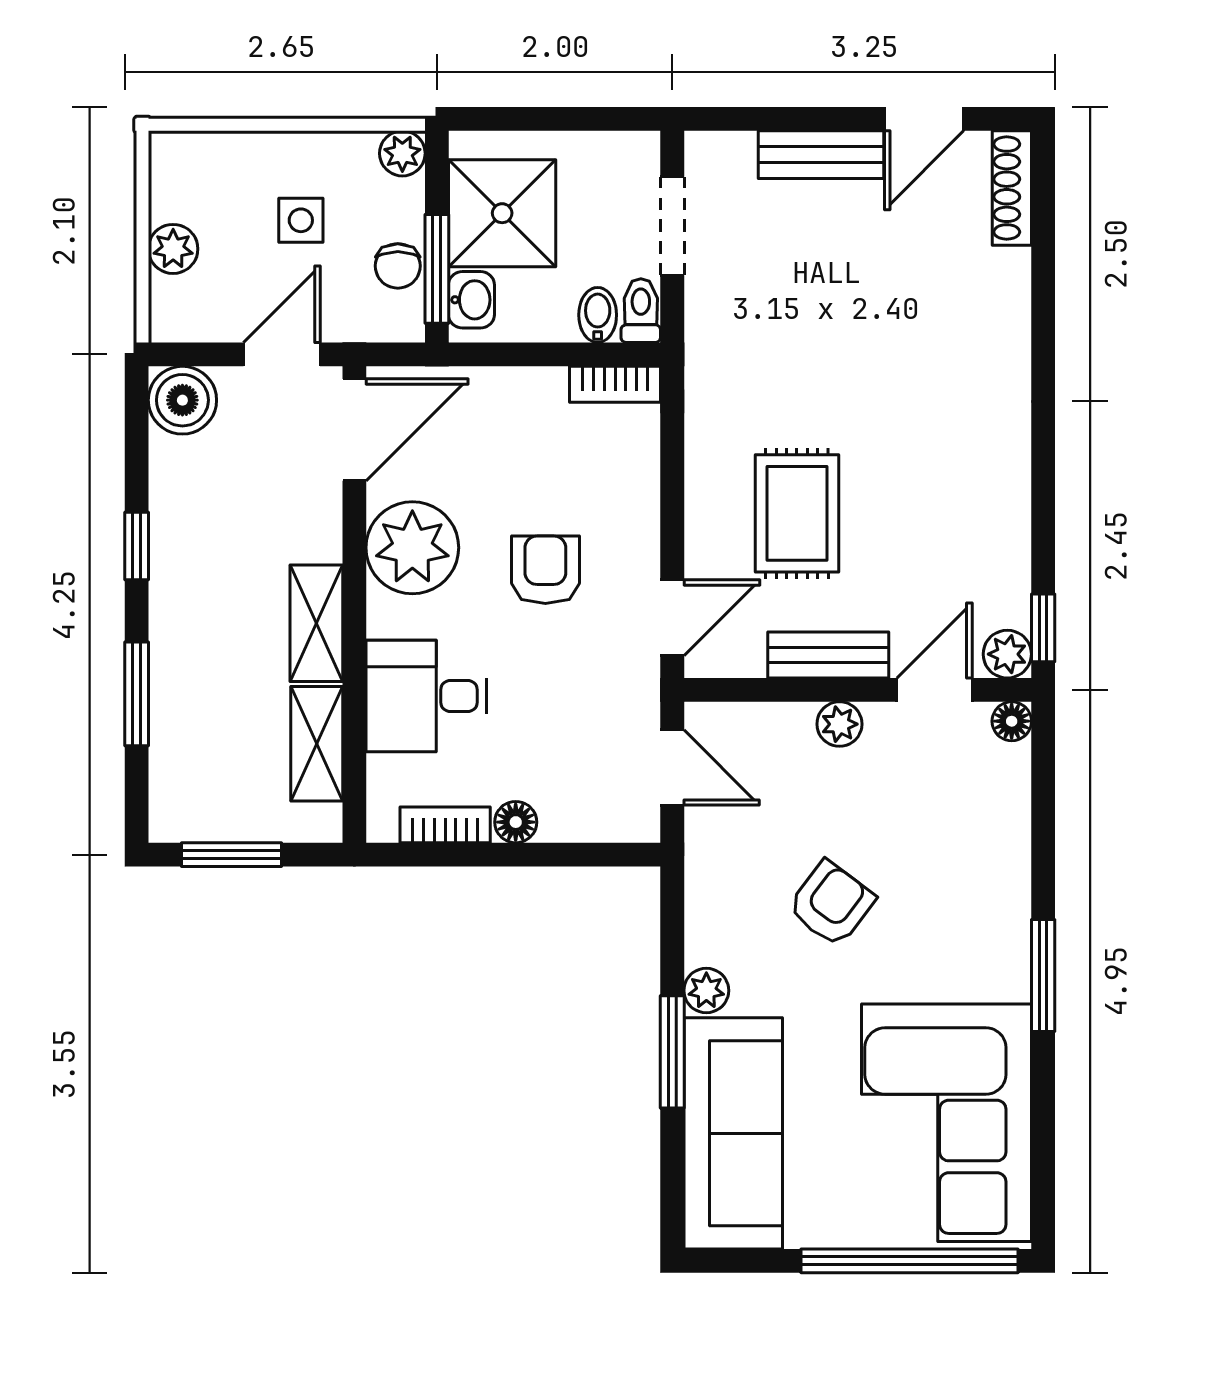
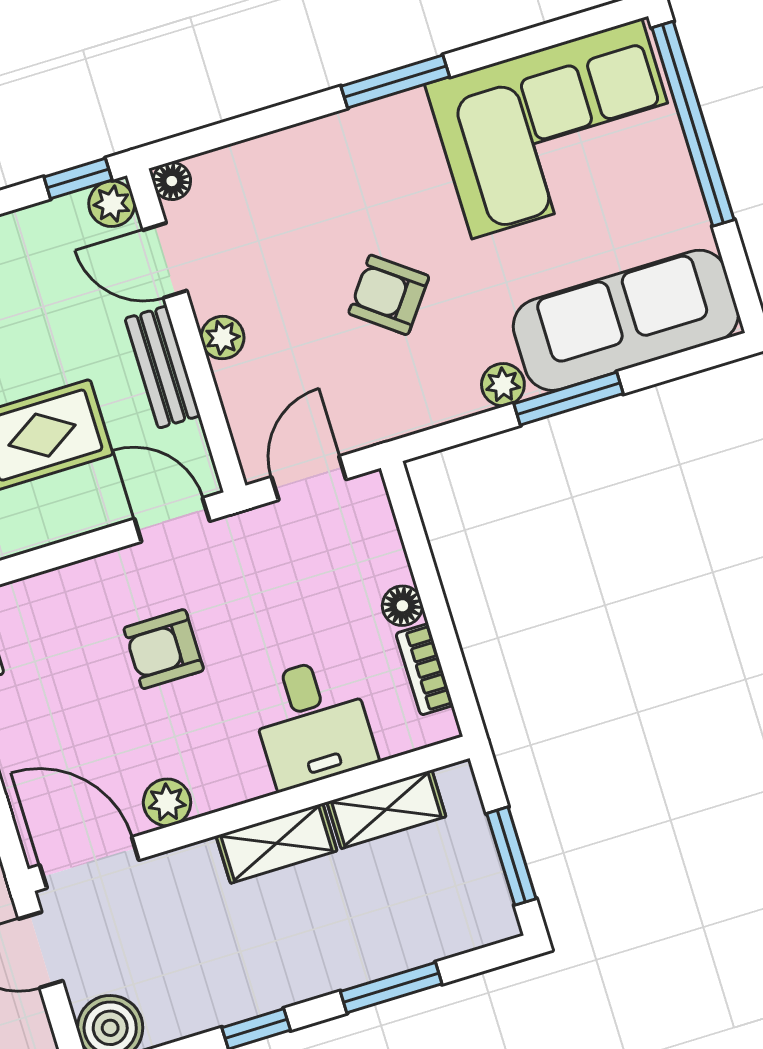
plant: (412, 548) -> (167, 802), width x0.53, depth x0.53

